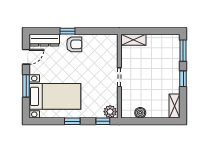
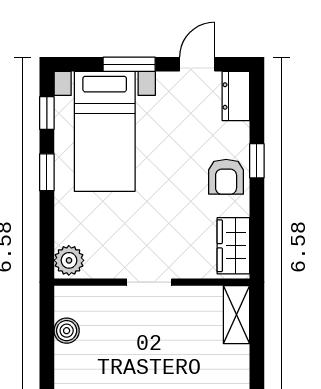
dresser: (44, 40) -> (236, 96), width x0.70
wardrobe: (104, 41) -> (233, 246), added
door: (26, 57) -> (197, 64), swing flipped
window: (103, 121) -> (47, 113), moved

